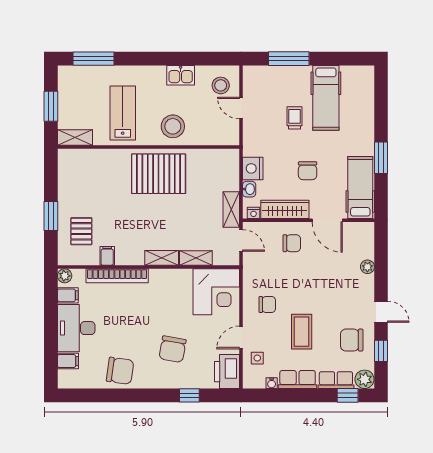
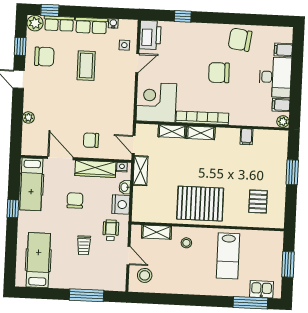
kitchen sink: (181, 75) -> (262, 289), moved
hospital bed: (326, 98) -> (38, 260), moved
stool: (173, 126) -> (186, 243), width x0.53, depth x0.53
shelving: (75, 137) -> (156, 232), moved
wheelchair: (263, 137) -> (111, 230), added
window: (381, 158) -> (13, 209), width x0.67
pallet: (81, 231) -> (258, 202), moved
bookcase: (117, 276) -> (202, 118), moved
chair: (267, 304) -> (114, 90), removed
chair: (173, 349) -> (219, 73), moved, turned -101

